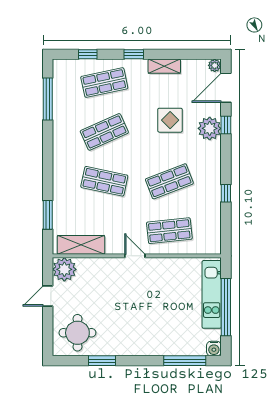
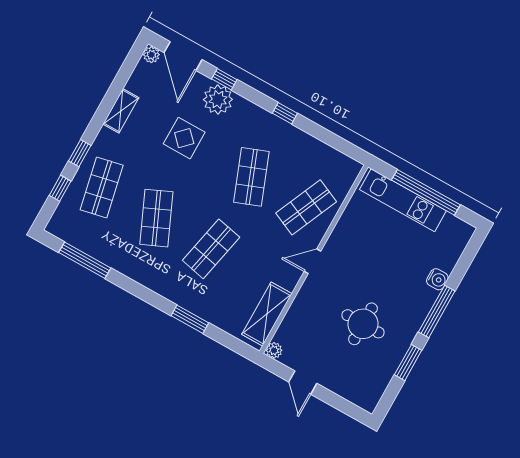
window: (134, 54) -> (80, 153), moved
window: (226, 193) -> (285, 113), moved
window: (48, 215) -> (190, 319), moved
shop shelf: (169, 231) -> (306, 207), turned 30
plant: (64, 269) -> (274, 350), width x0.53, depth x0.53
round table: (77, 333) -> (363, 324), moved
water cooler: (214, 349) -> (437, 279), moved
window: (185, 361) -> (437, 312), moved

